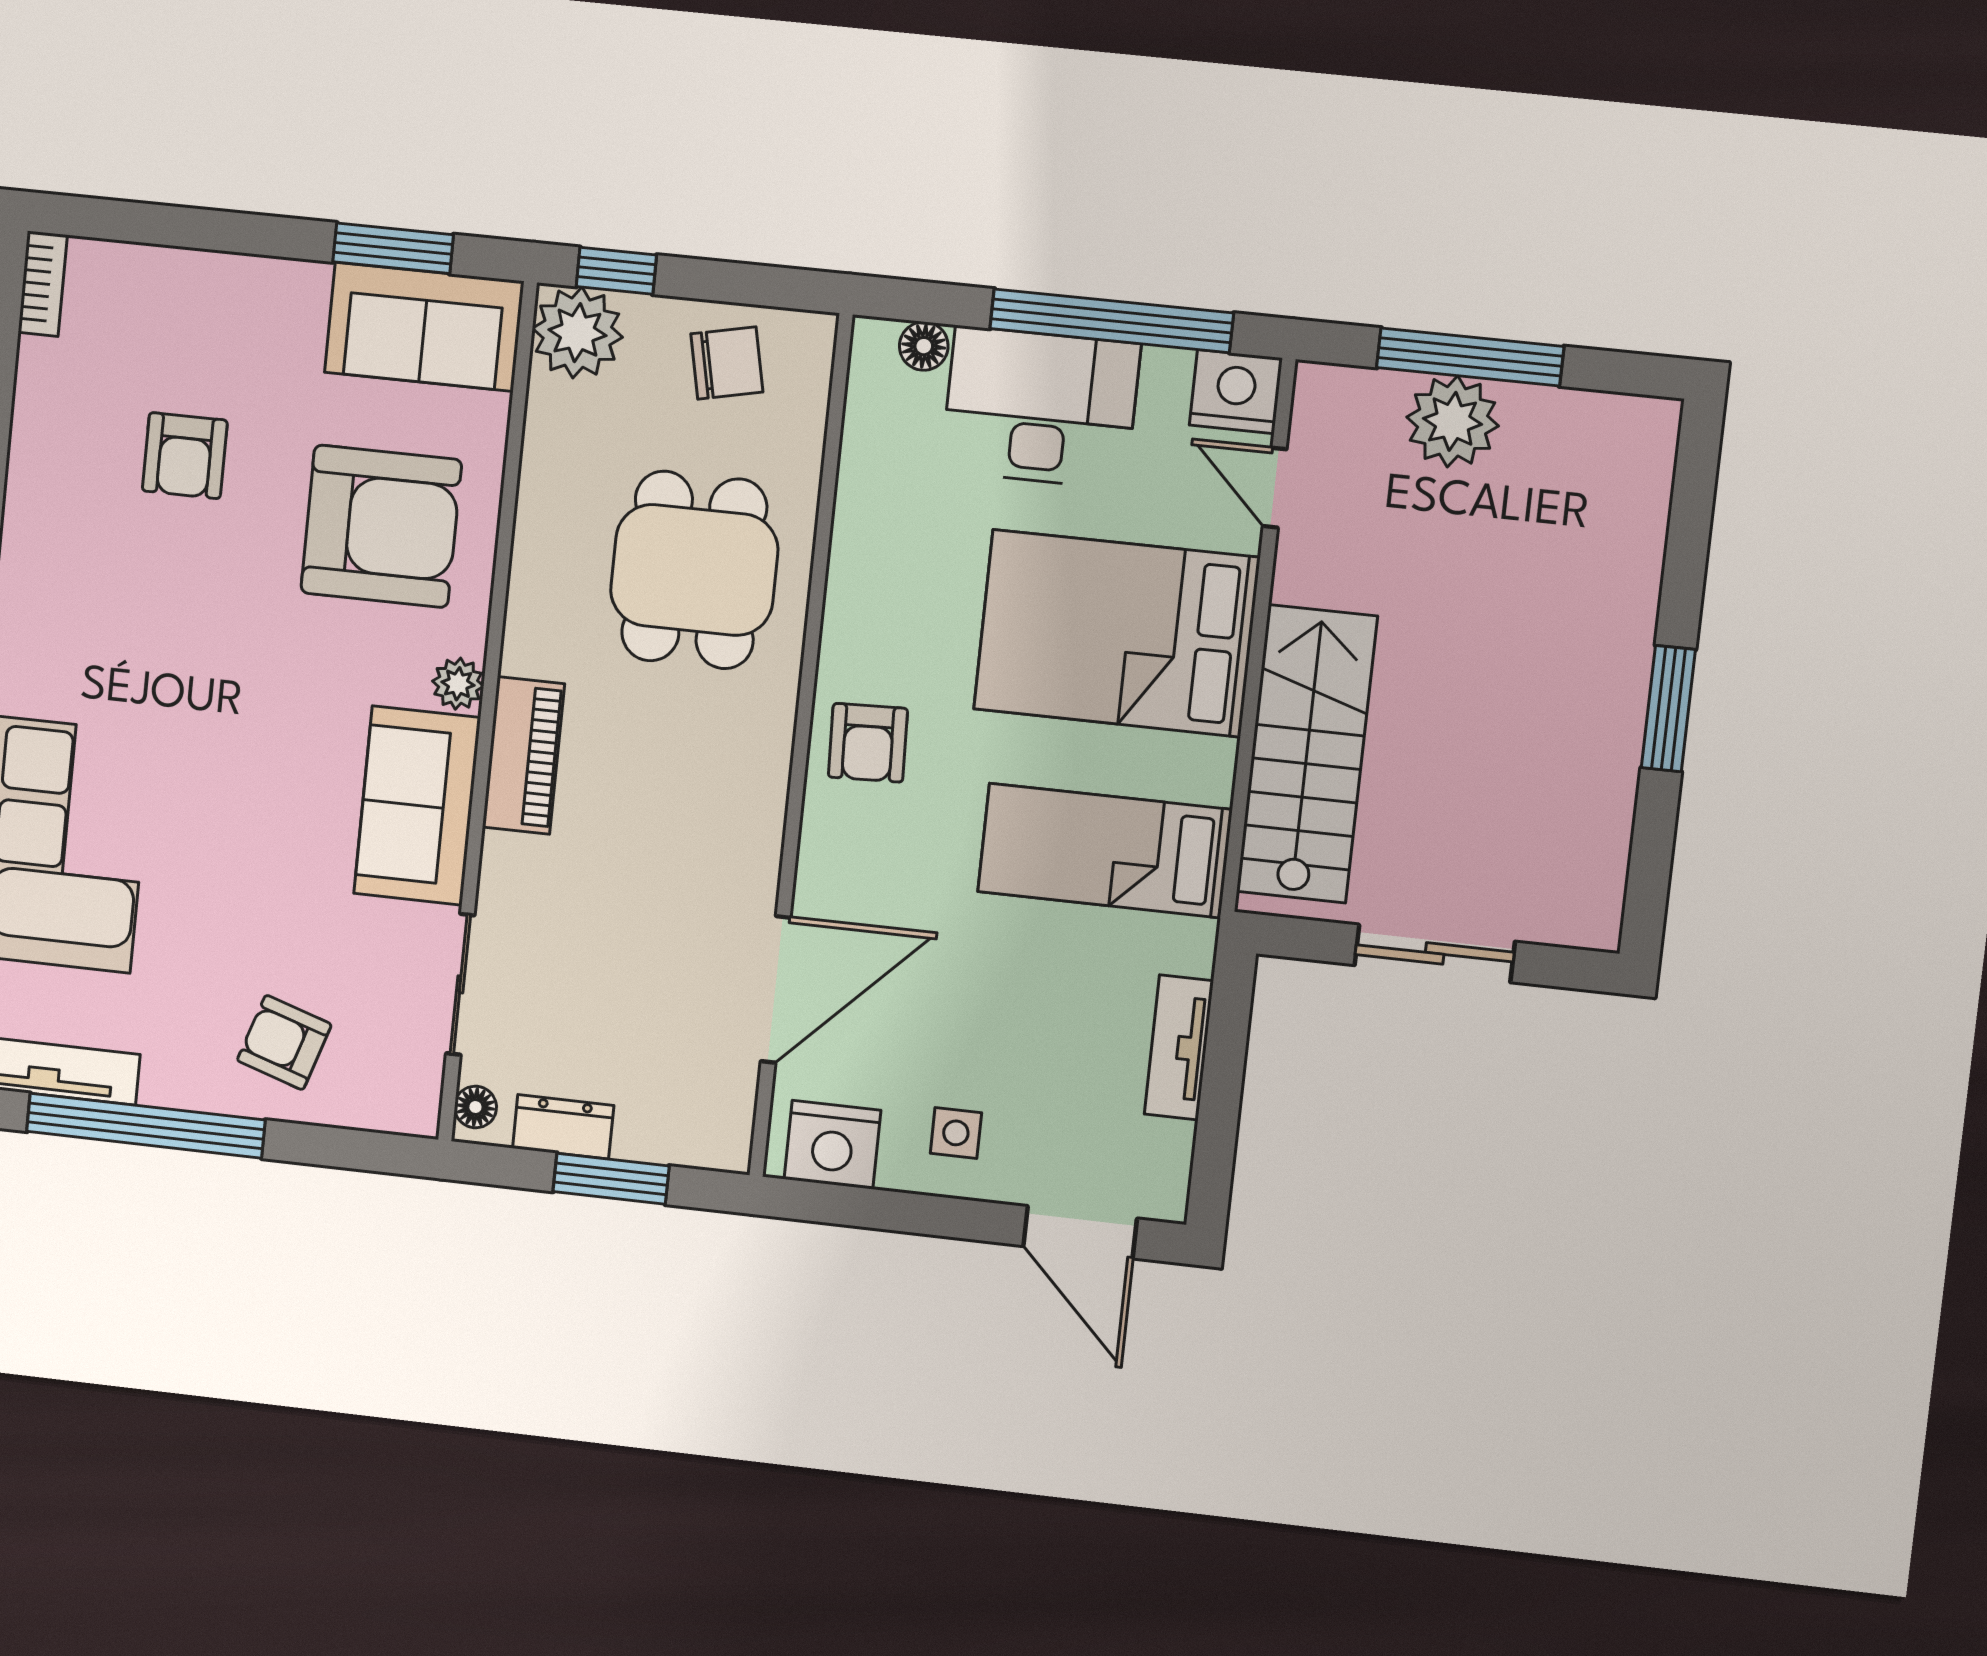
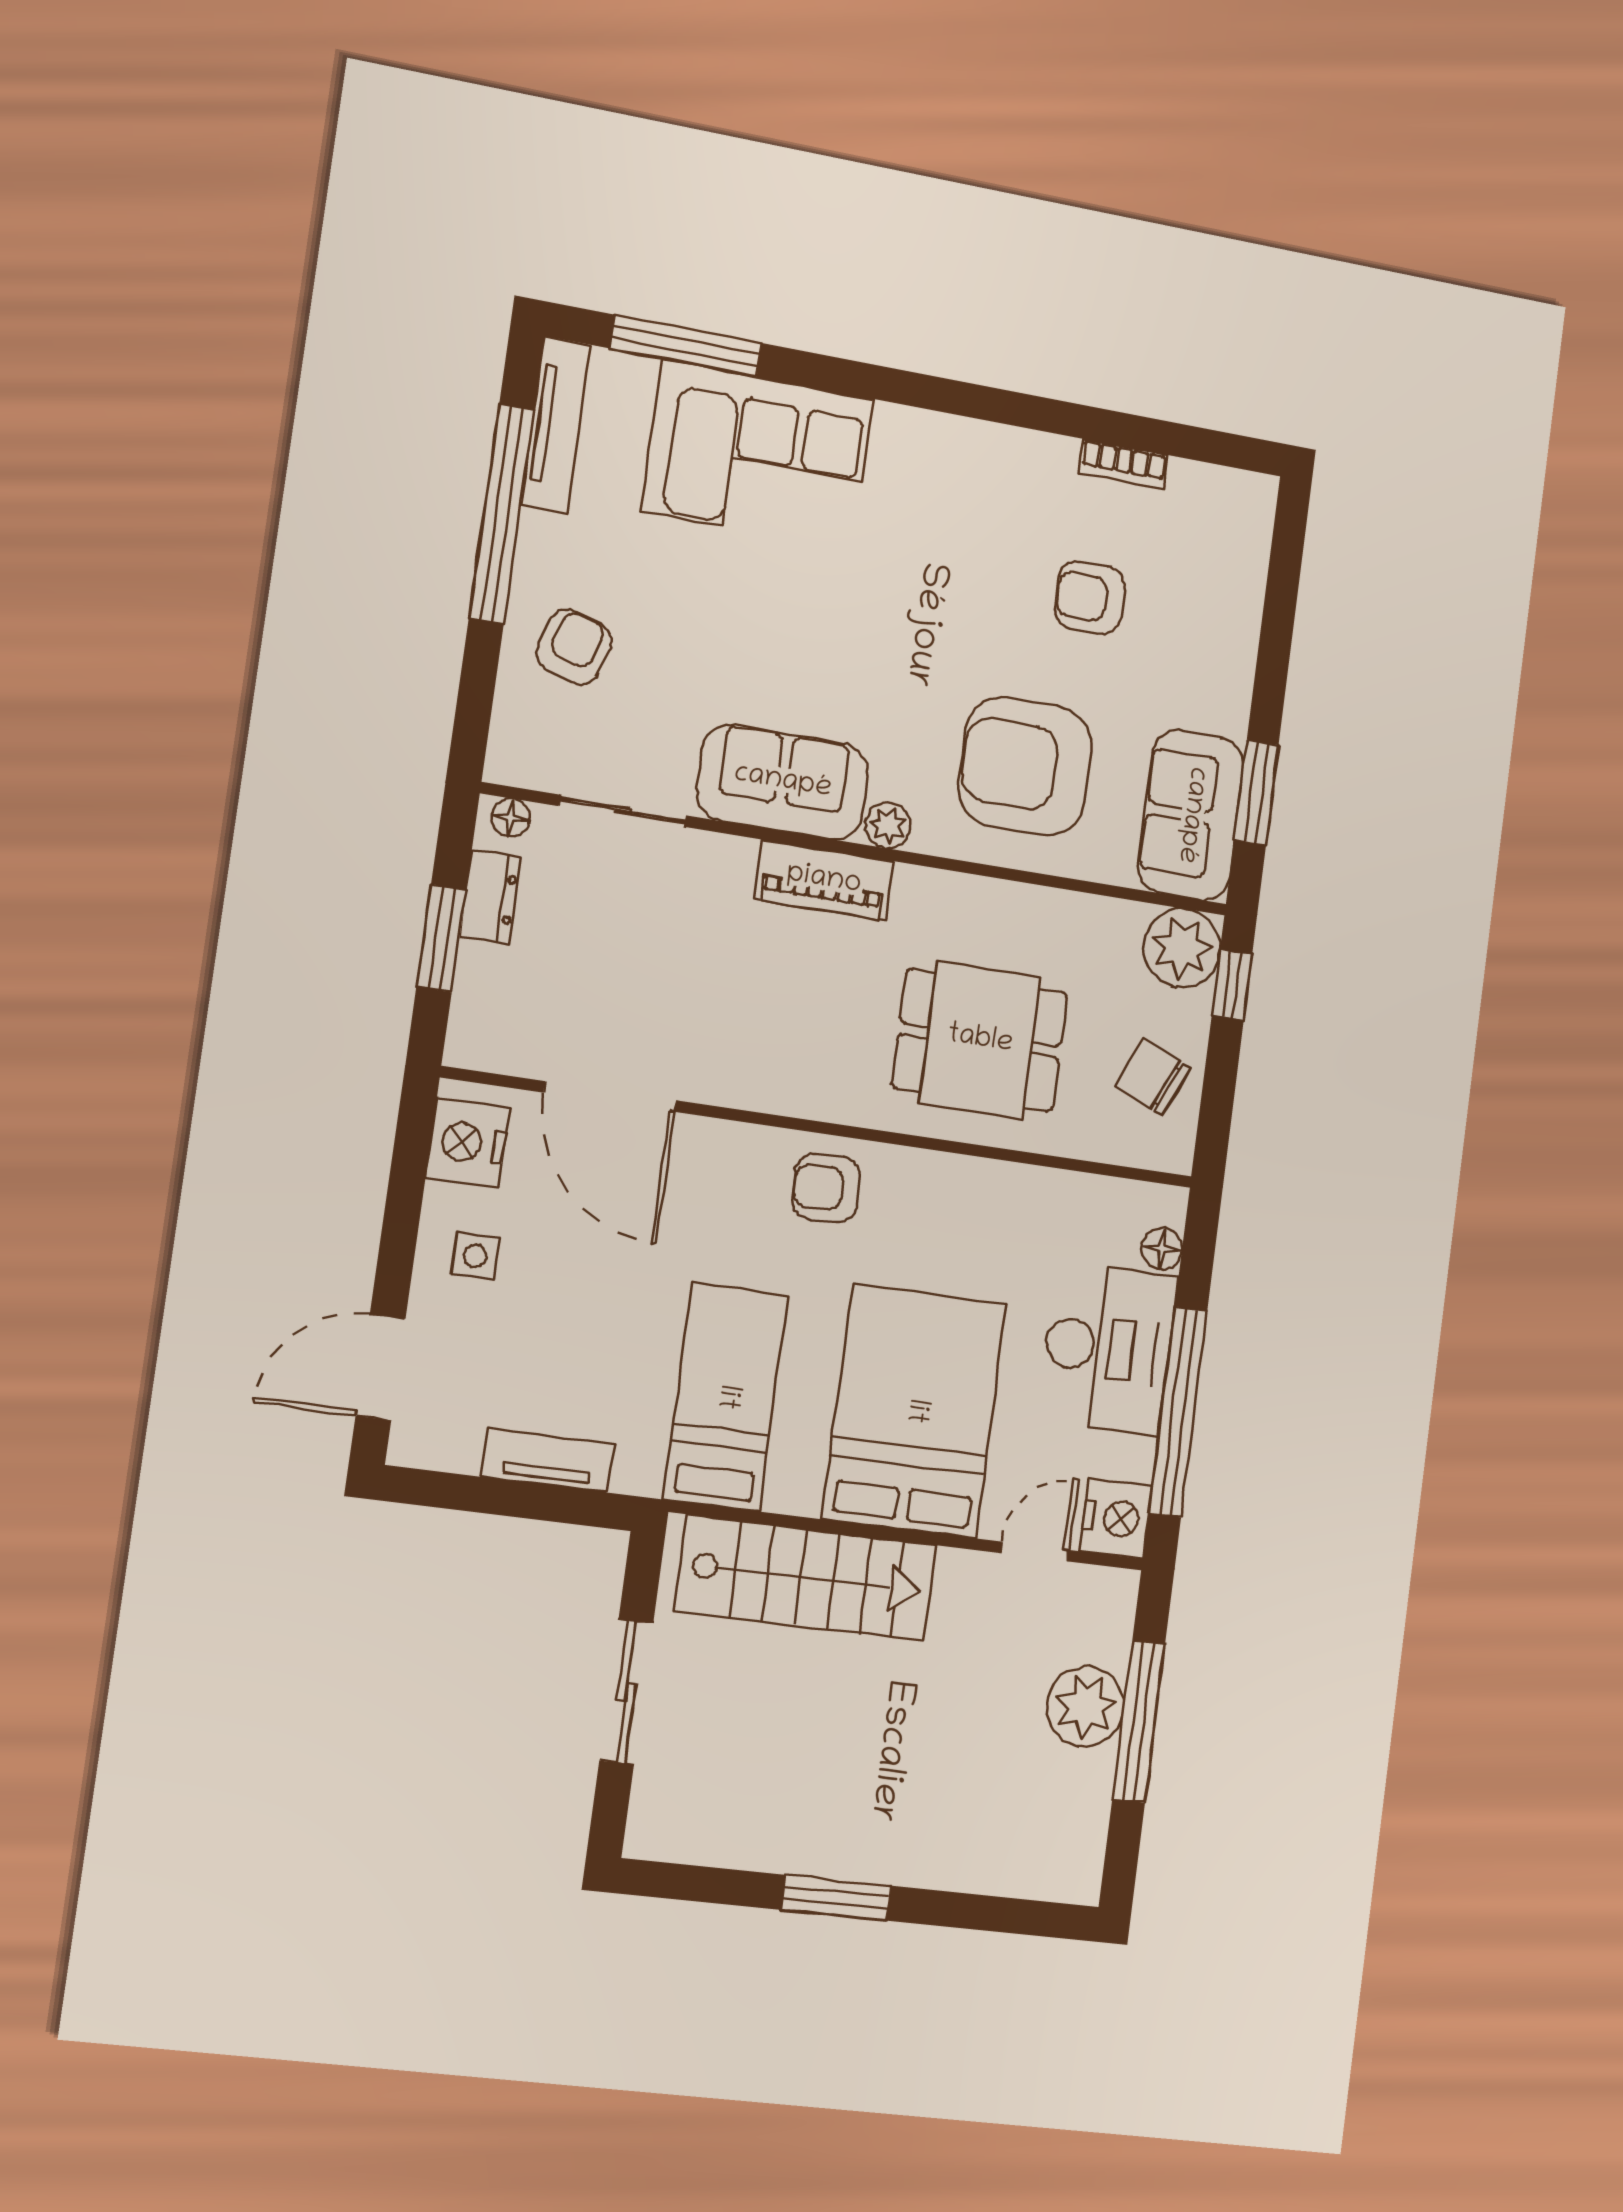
bookcase: (43, 284) -> (1123, 464), moved
chair: (727, 363) -> (1153, 1077), turned 126
armchair: (381, 526) -> (1025, 766), turned 90

